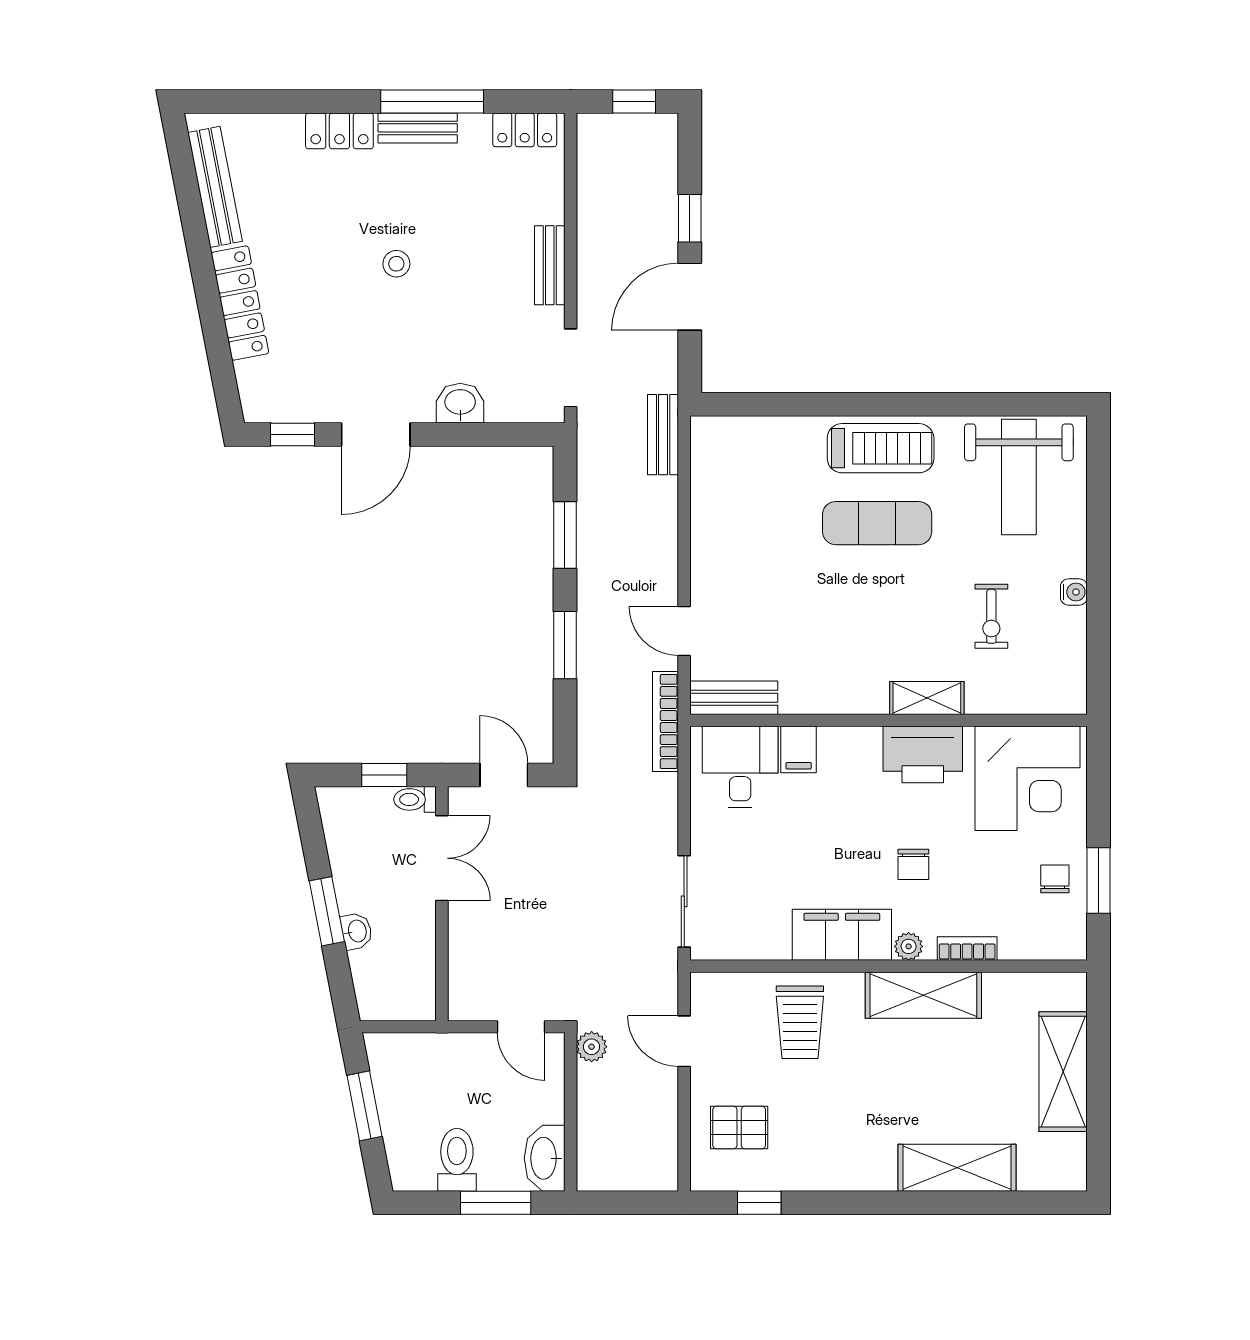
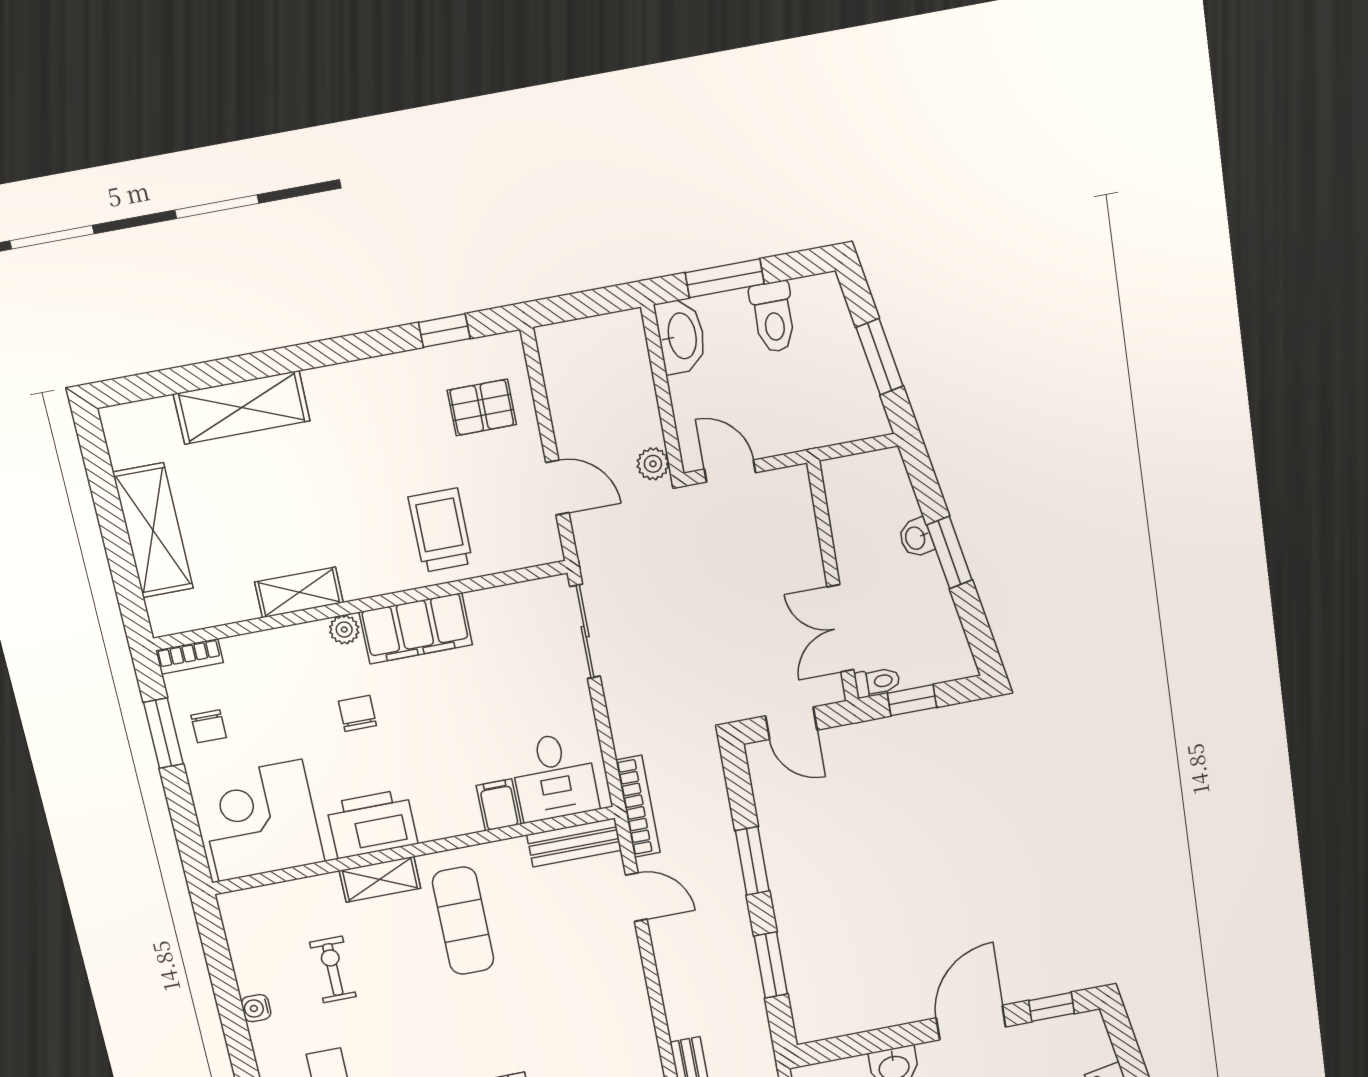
exercise mat: (877, 523) -> (463, 921), moved, turned 90
bookcase: (967, 949) -> (189, 656), moved
shelving: (923, 995) -> (299, 592), width x0.67, depth x0.75

